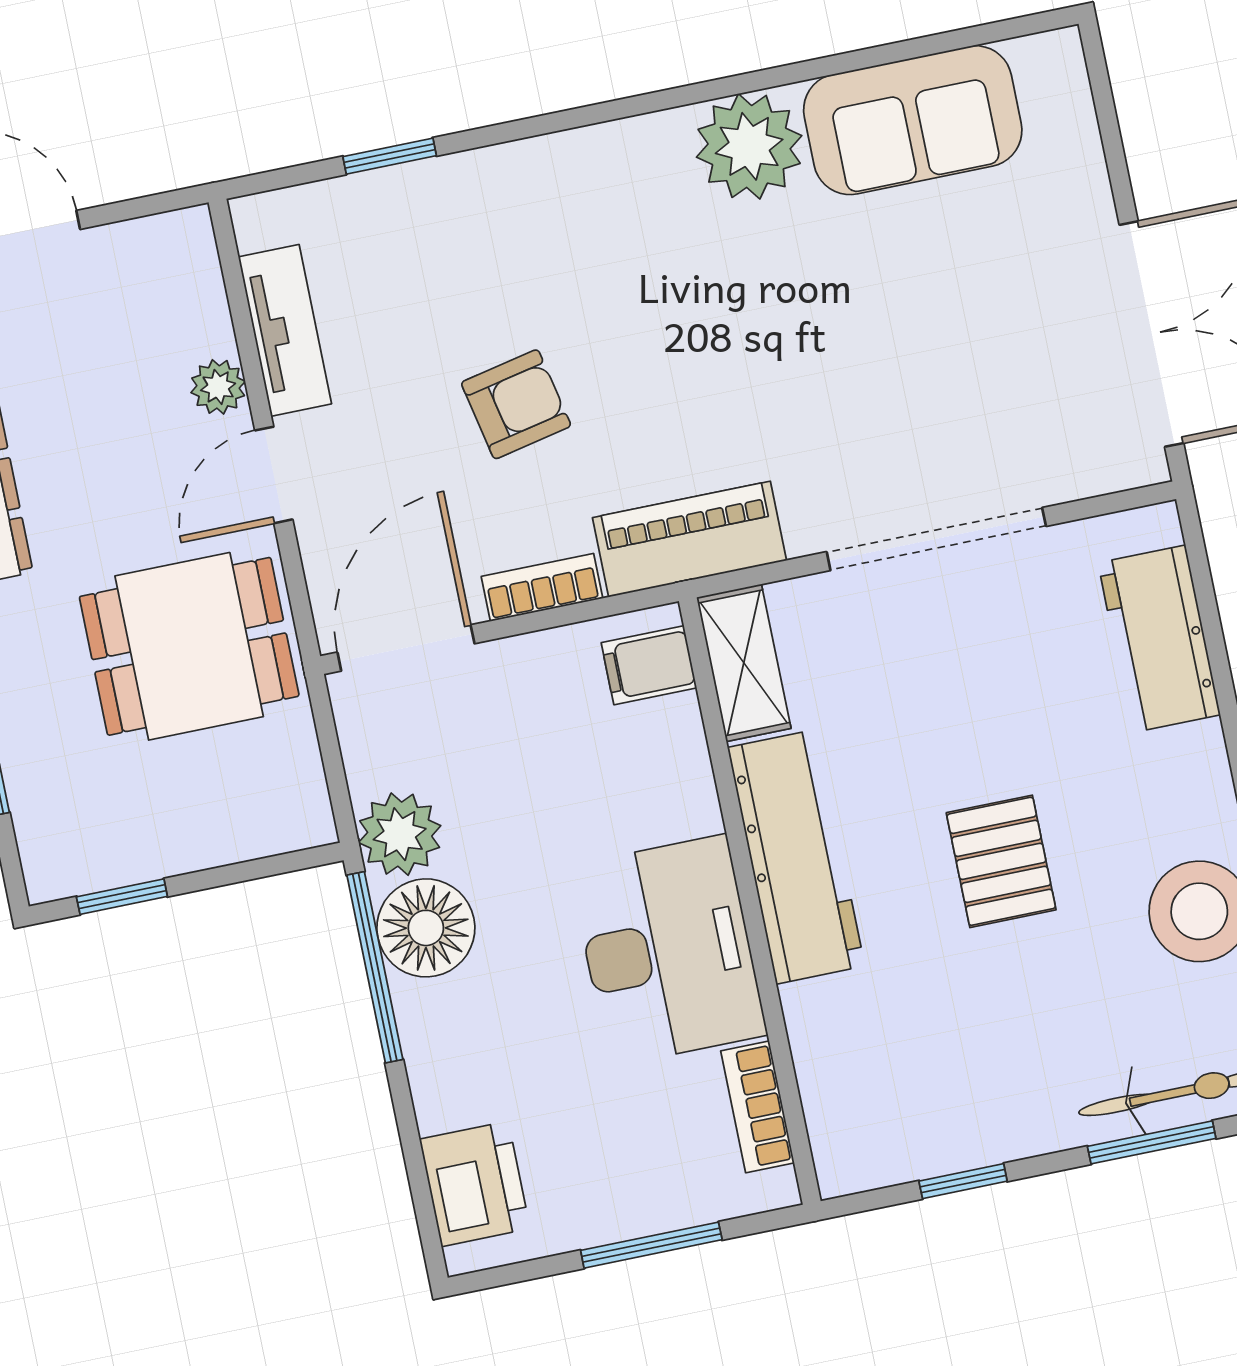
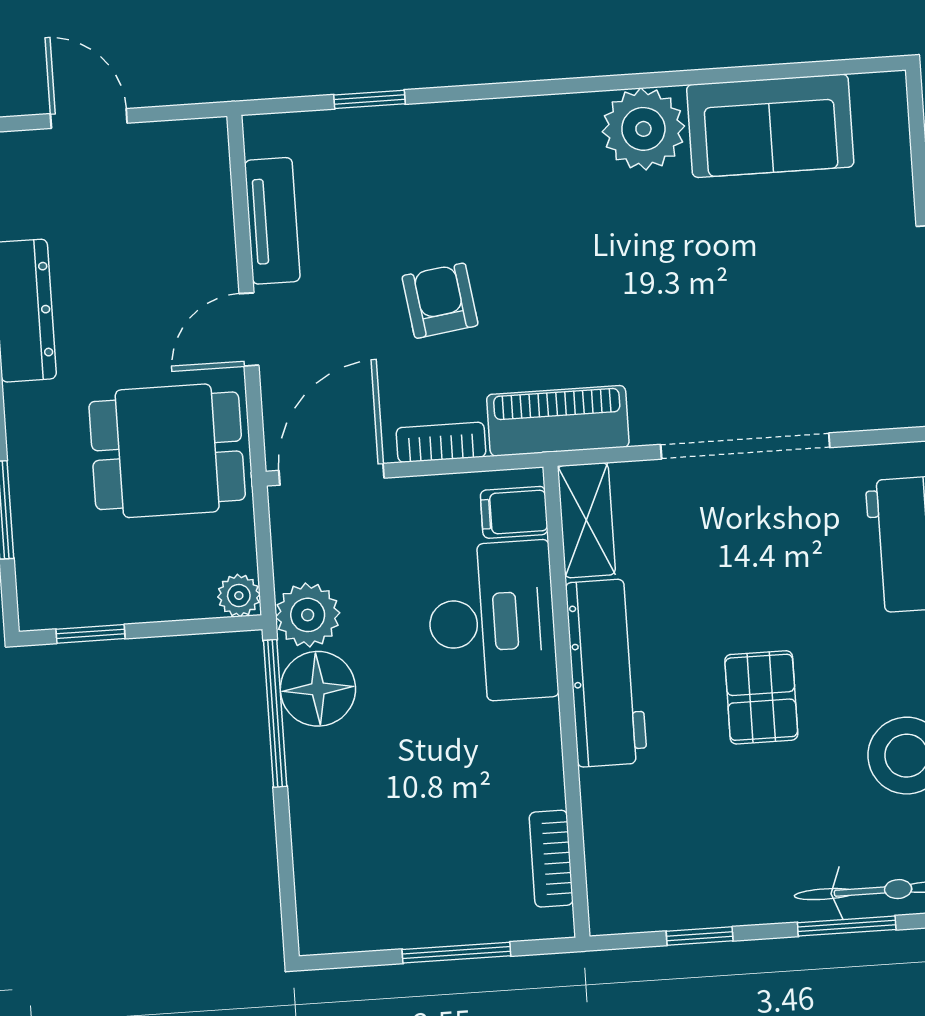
plant: (218, 387) -> (239, 596), moved
armchair: (516, 404) -> (440, 301), turned -86
desk: (668, 950) -> (492, 622), moved
printer: (475, 1184) -> (329, 888), removed

